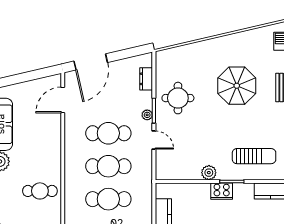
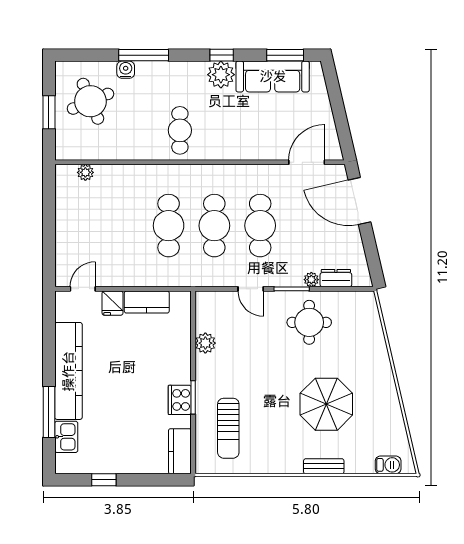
door: (63, 100) -> (307, 162), hinge flipped
plant: (147, 115) -> (311, 280), moved
door: (154, 140) -> (251, 289), hinge flipped
plant: (209, 173) -> (205, 343), moved
cooker: (222, 191) -> (180, 400), moved

